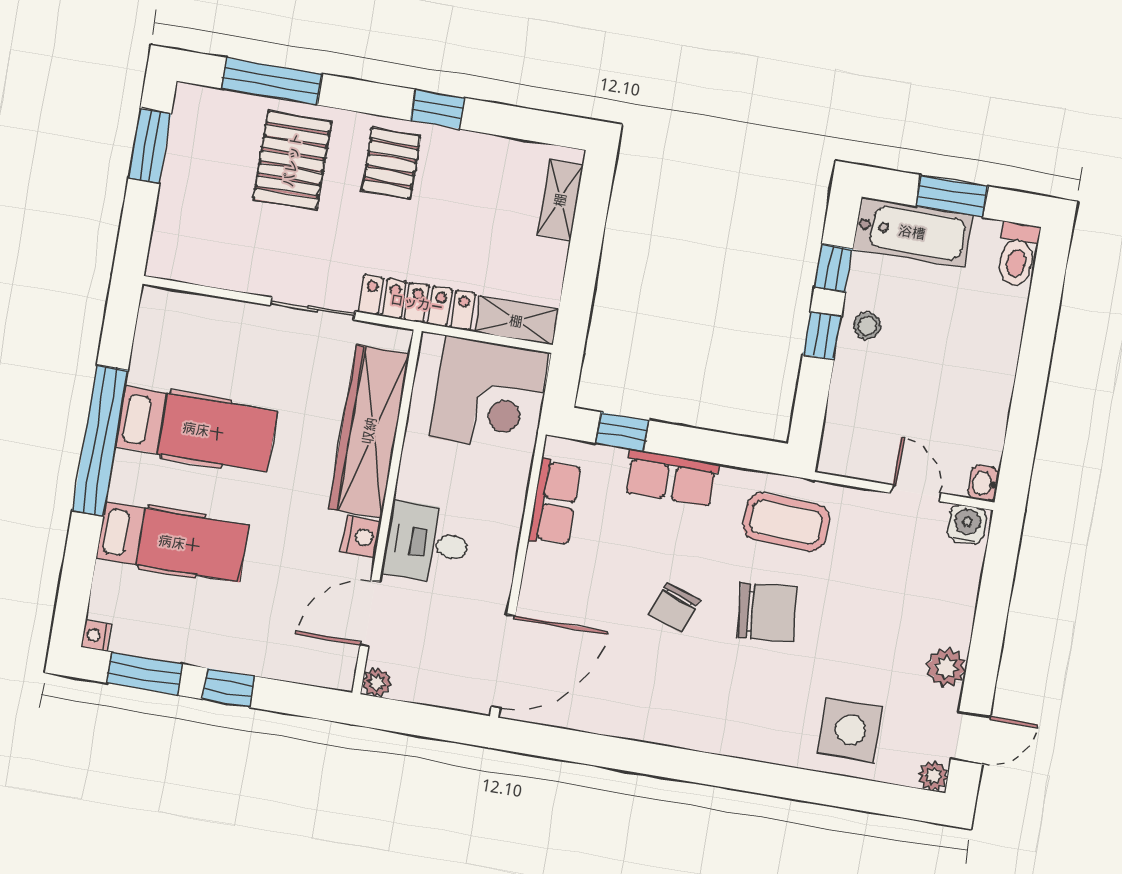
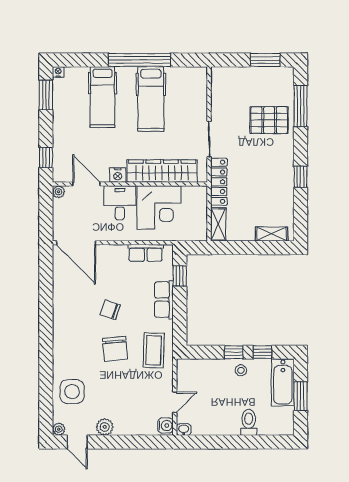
pallet: (391, 163) -> (275, 161), removed
toilet: (1017, 255) -> (249, 422), moved, turned 90
corner desk: (489, 395) -> (159, 208), moved, turned -90
window: (229, 688) -> (46, 158), moved

